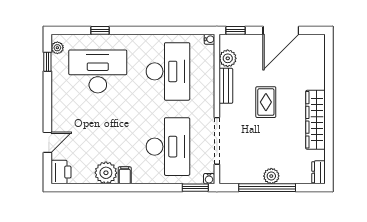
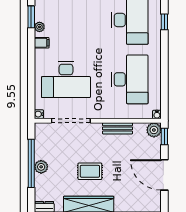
plant: (228, 58) -> (154, 130), moved
desk: (168, 71) -> (130, 79), turned -90
rug: (266, 102) -> (90, 171), moved
plant: (106, 173) -> (39, 27), width x0.53, depth x0.53
window: (195, 188) -> (31, 17), moved

